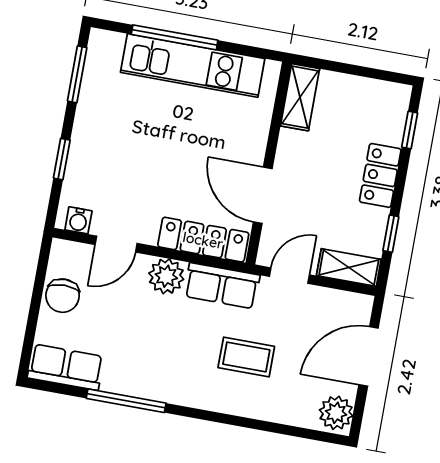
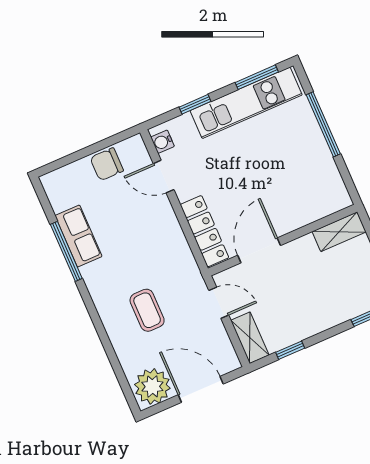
kitchen unit: (193, 66) -> (246, 103), moved, turned -90
locker: (380, 175) -> (323, 318), removed
plant: (166, 276) -> (165, 223), removed
row of seats: (222, 286) -> (183, 263), removed
row of seats: (66, 367) -> (79, 236), moved
plant: (336, 413) -> (152, 386), width x1.36, depth x1.36

